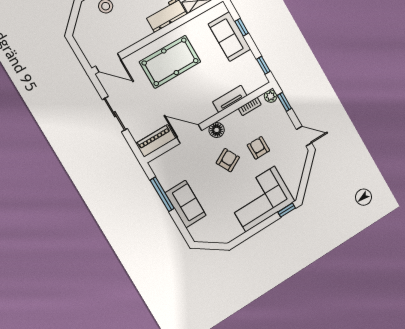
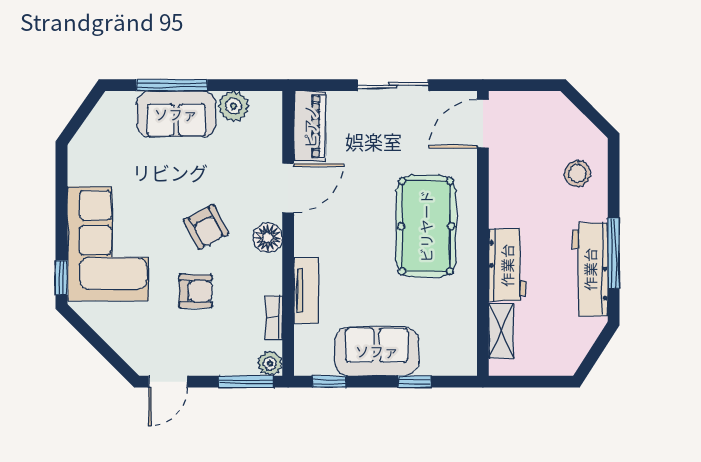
sofa: (230, 37) -> (377, 351), moved
window: (284, 102) -> (246, 382), width x1.50
plant: (167, 181) -> (233, 106), added
window: (162, 194) -> (172, 85), moved

